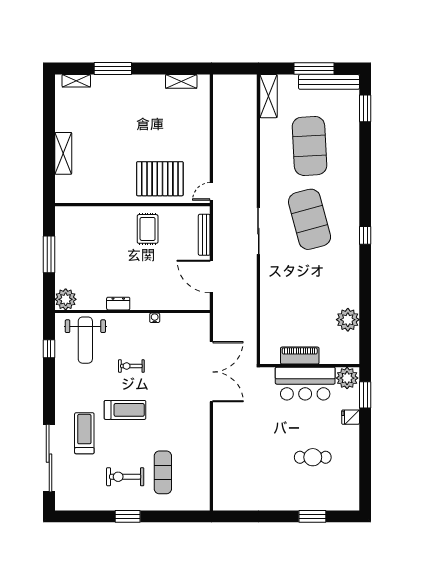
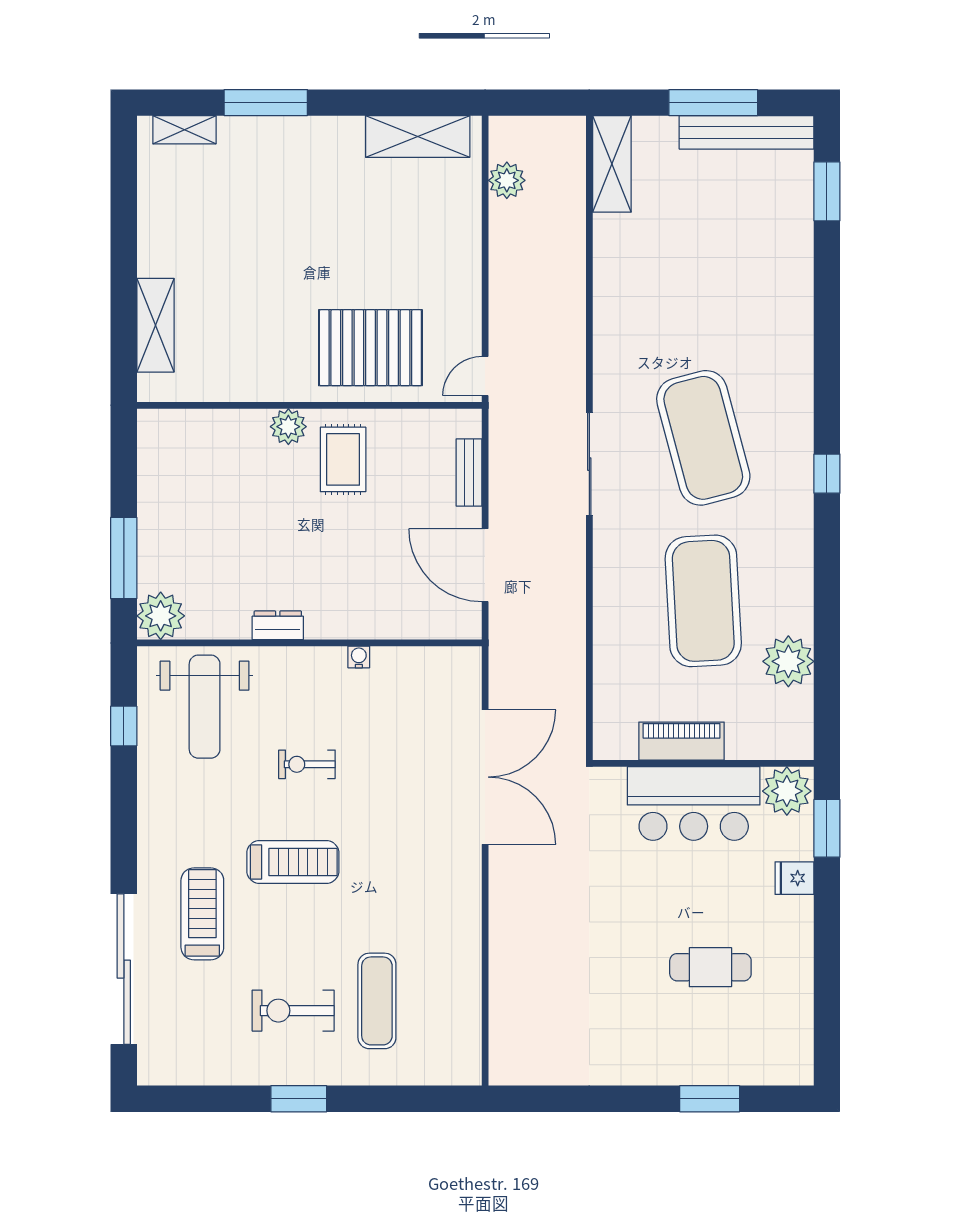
shelving: (181, 81) -> (418, 136), width x1.50, depth x1.33
plant: (221, 103) -> (507, 180), added
exercise mat: (310, 146) -> (703, 601), moved
shelving: (63, 153) -> (156, 325), moved
plant: (123, 214) -> (288, 427), added
bench: (204, 235) -> (469, 472), width x0.73
window: (49, 254) -> (124, 558), moved

